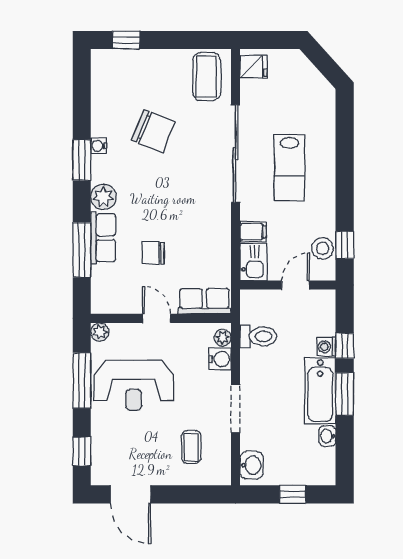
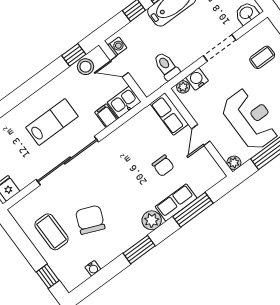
coffee table: (207, 77) -> (52, 232), moved, turned 90
water cooler: (99, 146) -> (93, 268), moved
washing machine: (326, 347) -> (117, 46), moved, turned -90

